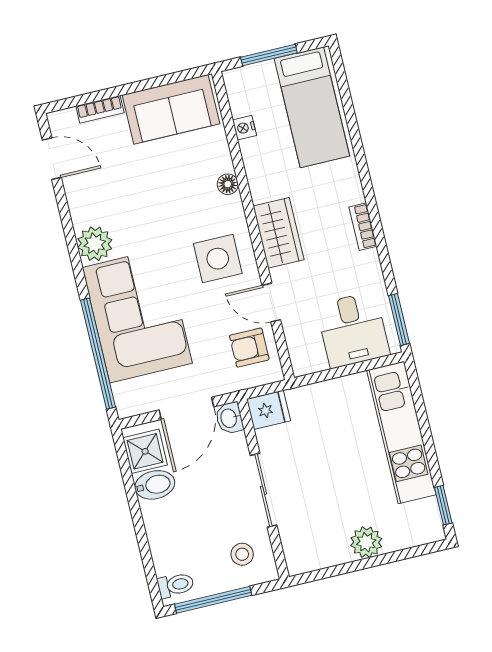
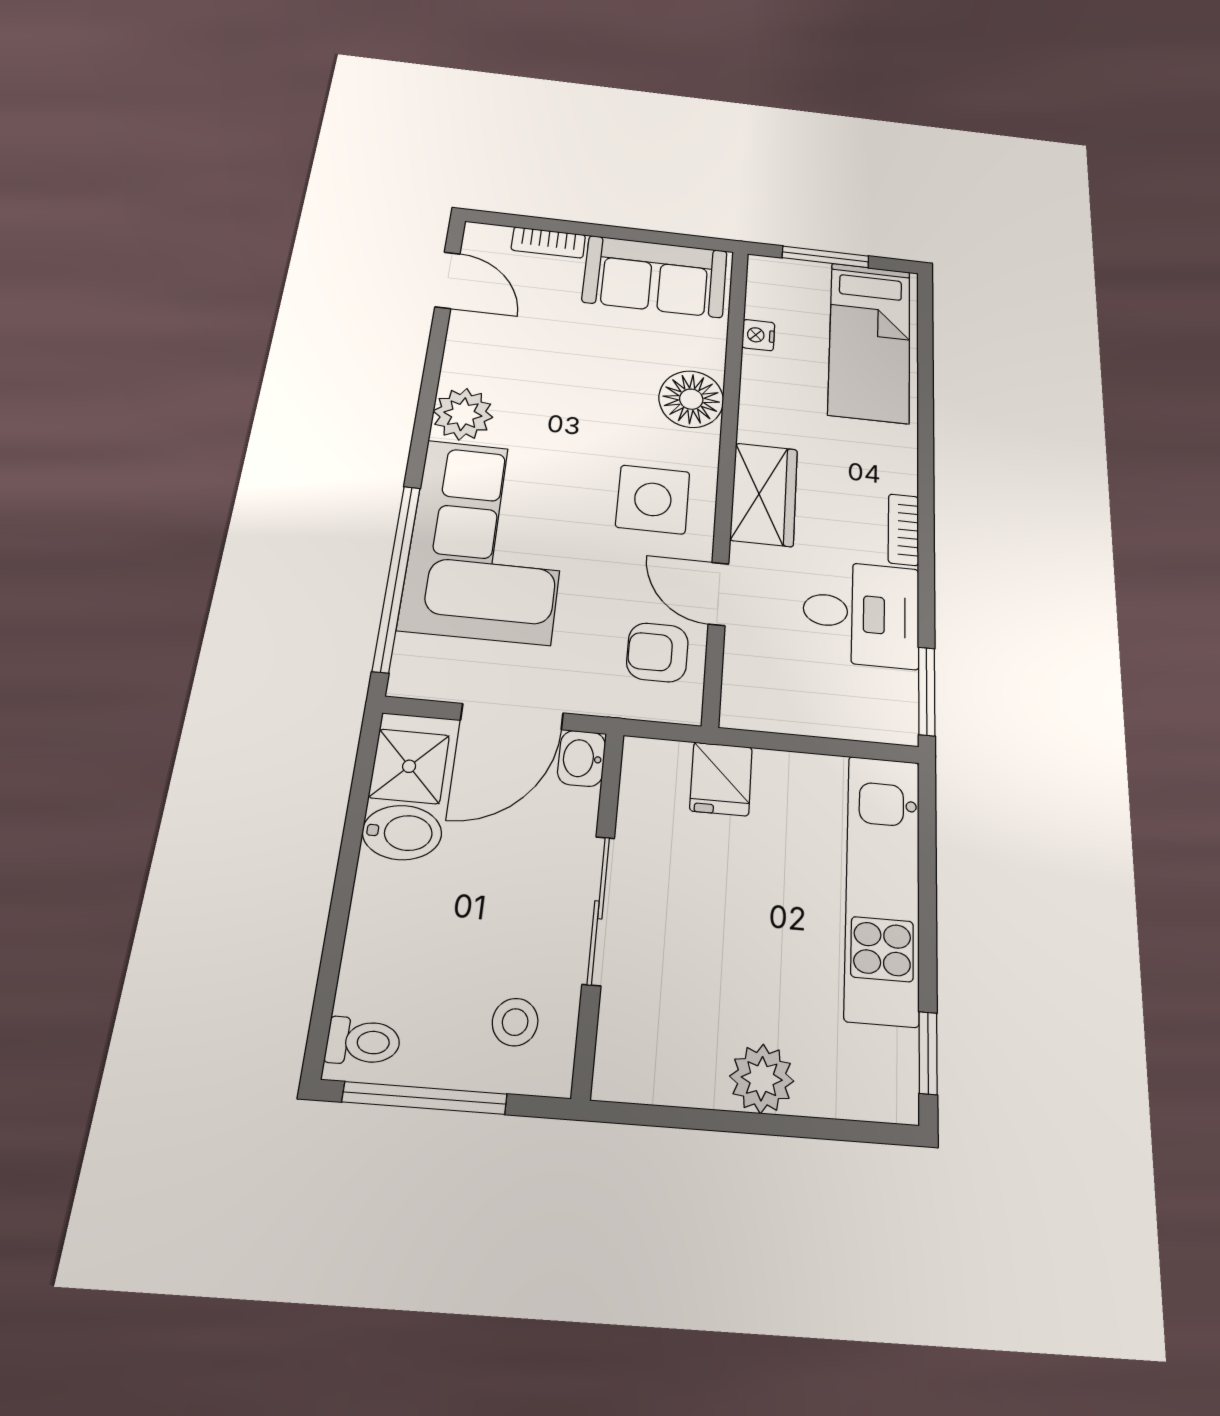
floor lamp: (228, 184) -> (691, 399), width x1.89, depth x1.89
desk: (353, 330) -> (861, 614), moved, turned -90
fridge: (268, 410) -> (721, 779), moved, turned 90

